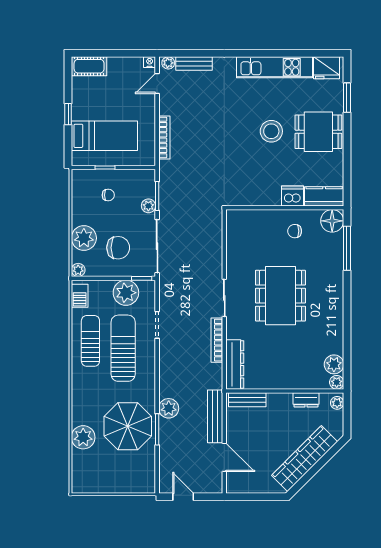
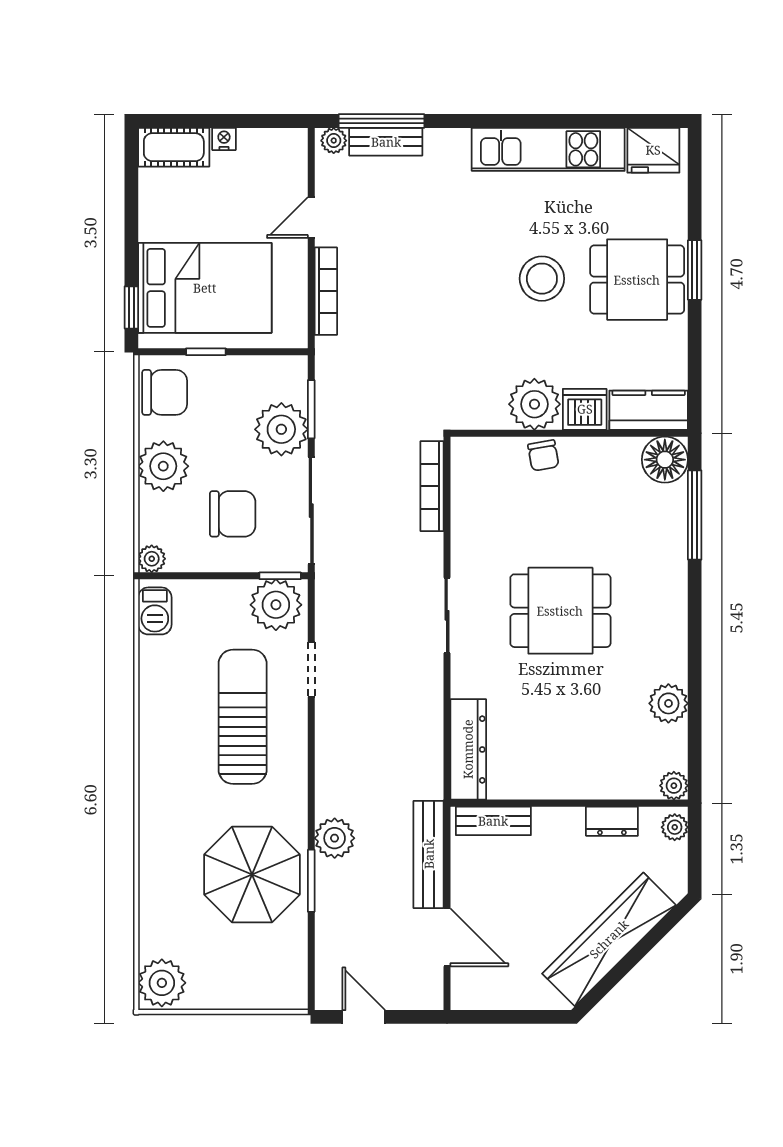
window: (192, 53) -> (382, 121), added
nightstand: (150, 62) -> (224, 139), moved
door: (157, 84) -> (311, 218), moved
window: (347, 98) -> (695, 270), moved
window: (68, 114) -> (131, 307), moved
bed: (104, 136) -> (205, 288), width x1.50
plant: (268, 193) -> (534, 404), added
chair: (108, 195) -> (165, 392), moved, width x1.87, depth x1.87
plant: (148, 206) -> (281, 429), width x1.87, depth x1.87
chair: (295, 231) -> (543, 455), moved, turned -100
plant: (84, 238) -> (163, 466), moved
plant: (126, 293) -> (276, 605), moved
dining table: (280, 296) -> (560, 611), width x0.73
bookcase: (217, 340) -> (432, 486), moved
sun lounger: (90, 341) -> (177, 702), removed
plant: (334, 364) -> (668, 703), moved
plant: (83, 437) -> (162, 983), moved

